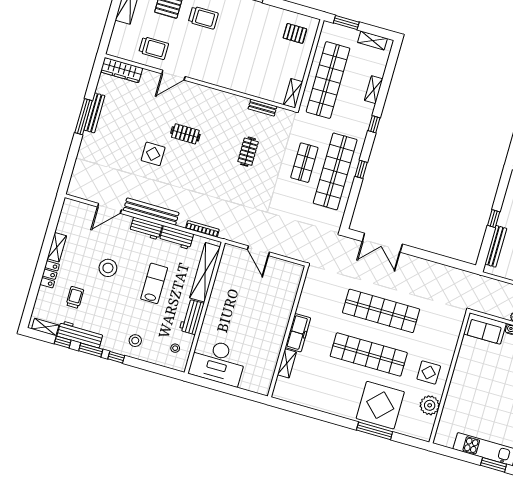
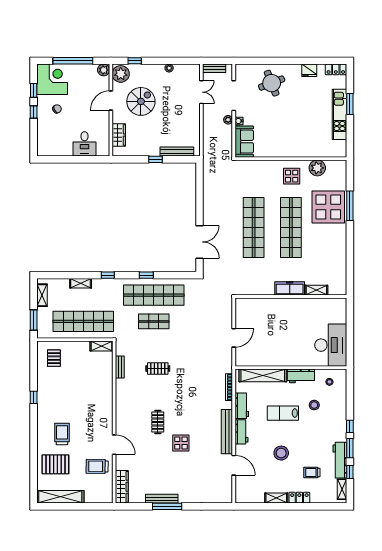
trolley: (154, 48) -> (97, 466), turned -89
stool: (135, 341) -> (314, 405), moved

